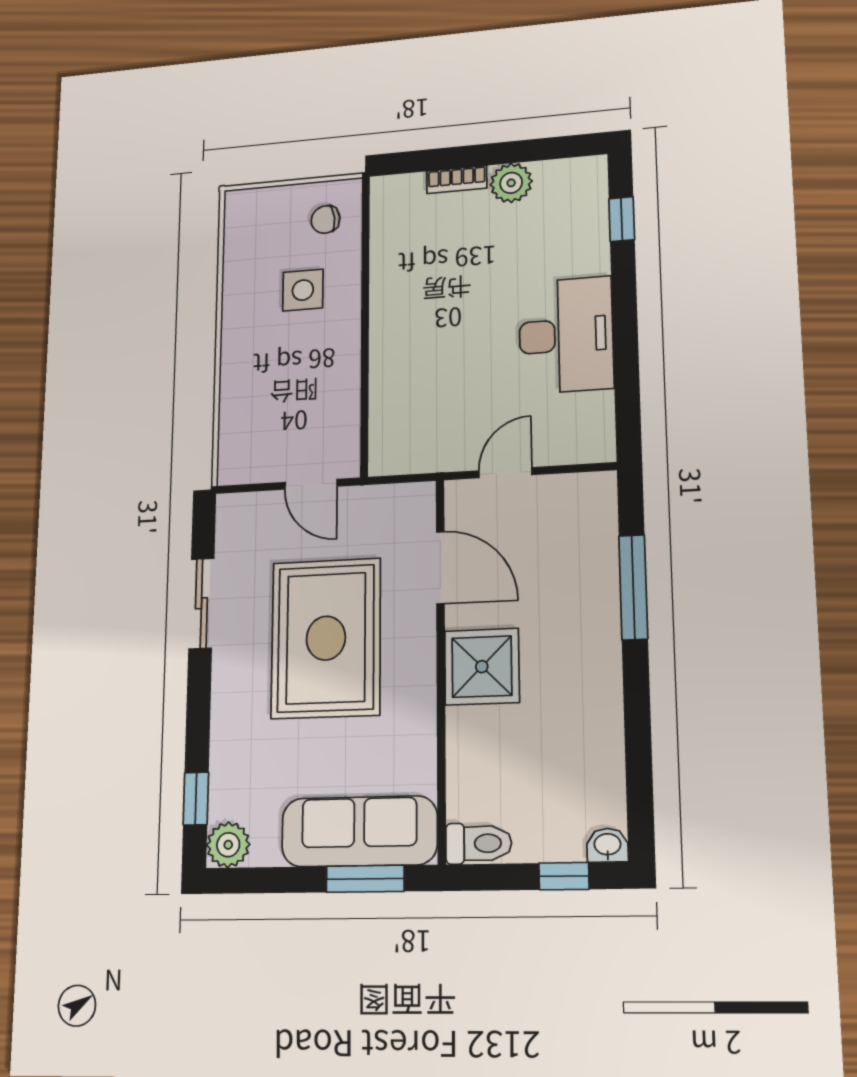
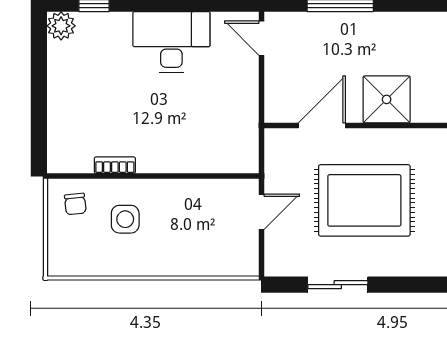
bookcase: (457, 180) -> (115, 165), moved, turned -90
plant: (511, 183) -> (61, 26), moved
door: (505, 473) -> (262, 38), moved

